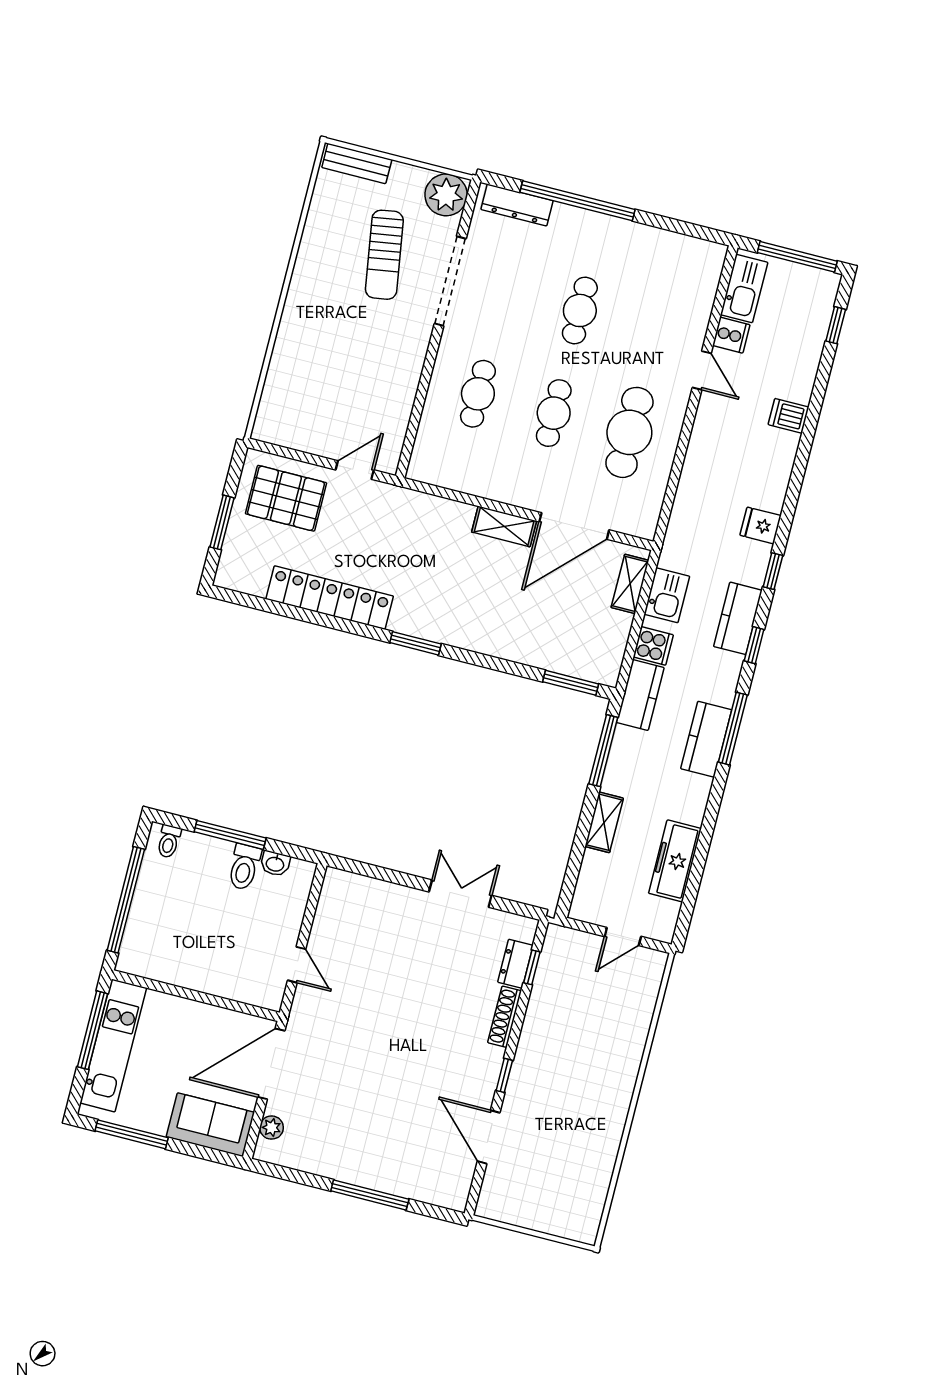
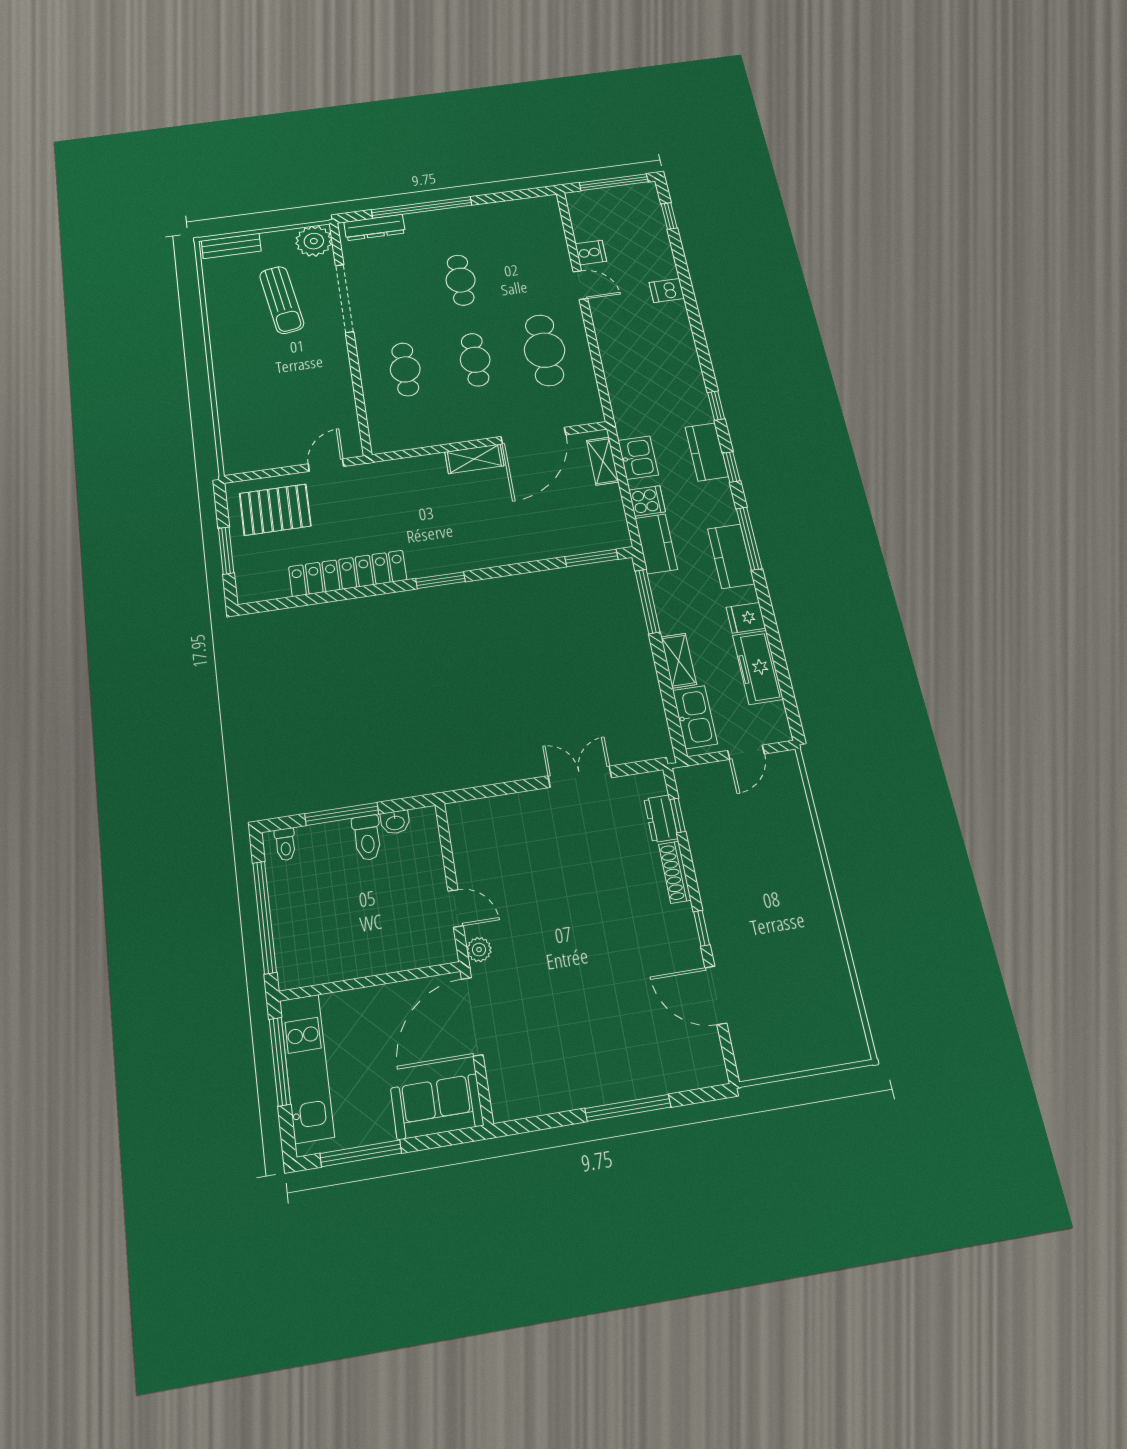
kitchen sink: (744, 288) -> (695, 717), moved
fridge: (761, 525) -> (746, 618), moved
plant: (272, 1128) -> (479, 950), moved

